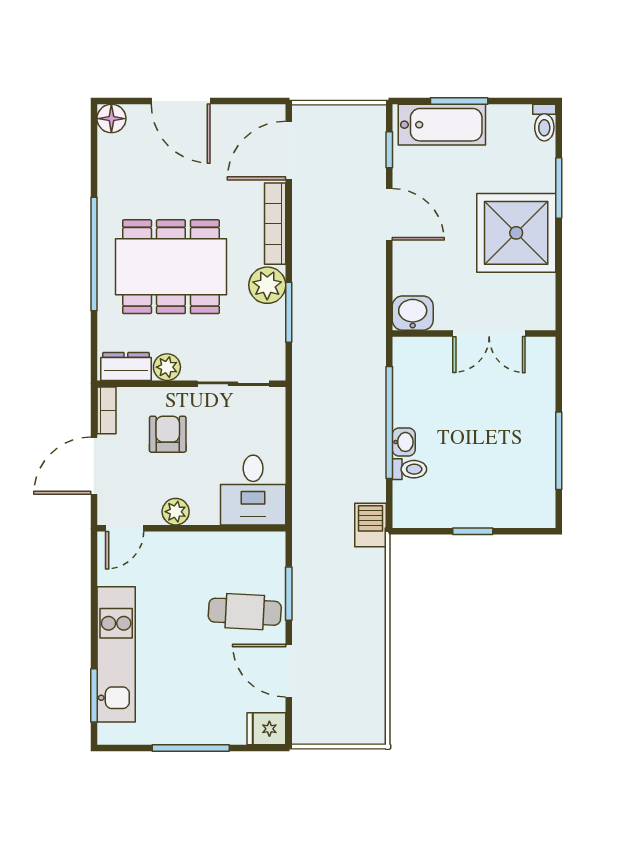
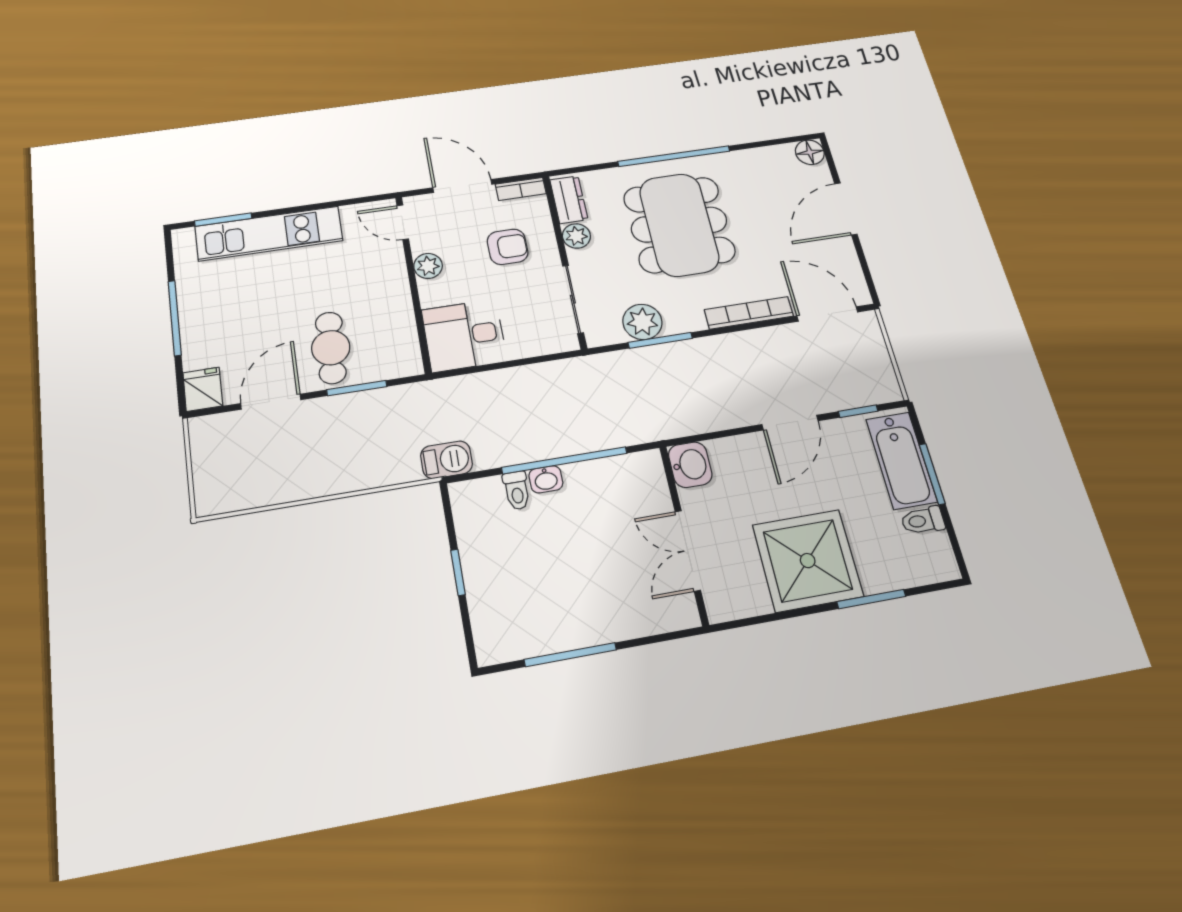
toilet: (544, 123) -> (923, 520), moved
plant: (267, 285) -> (642, 322), moved

